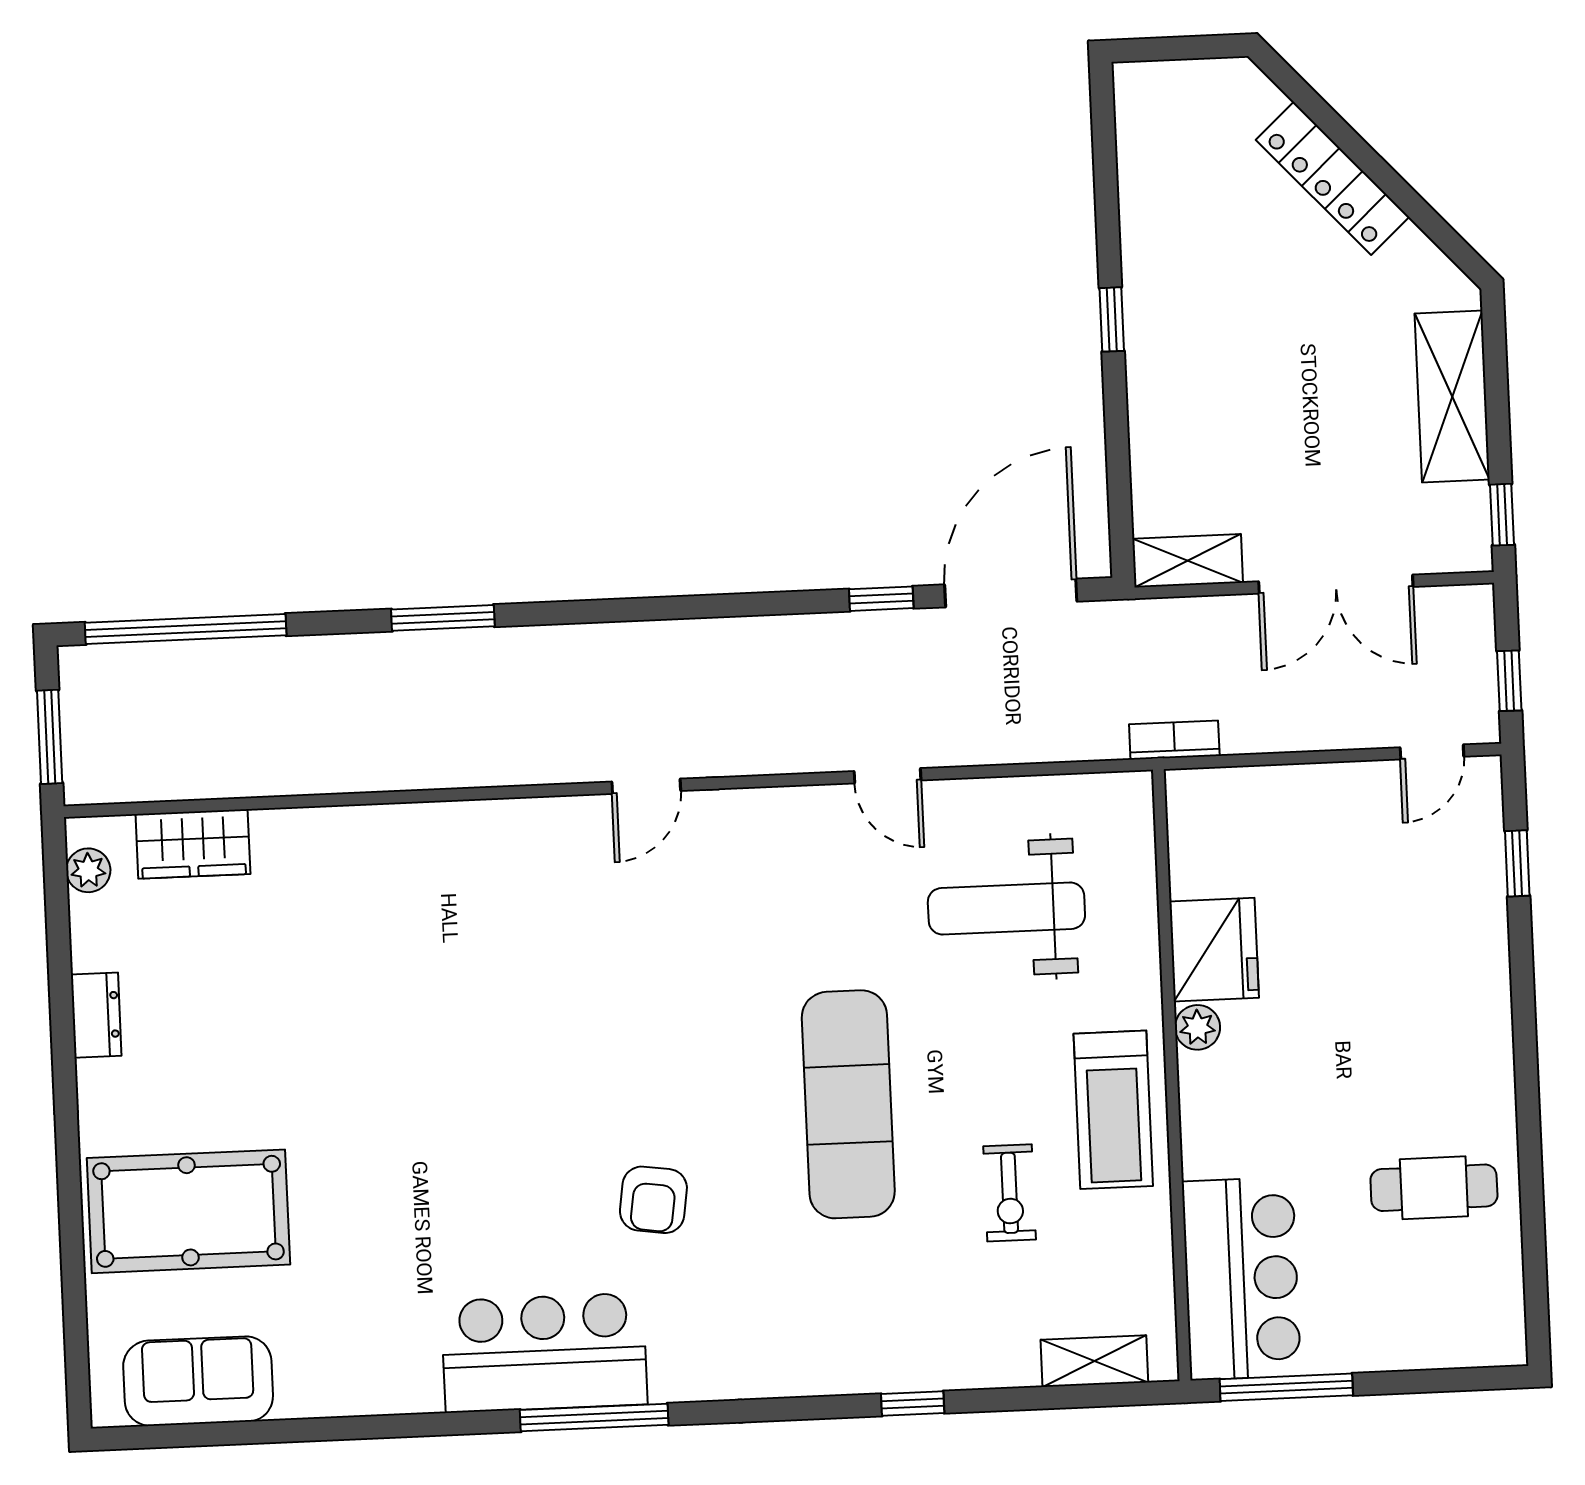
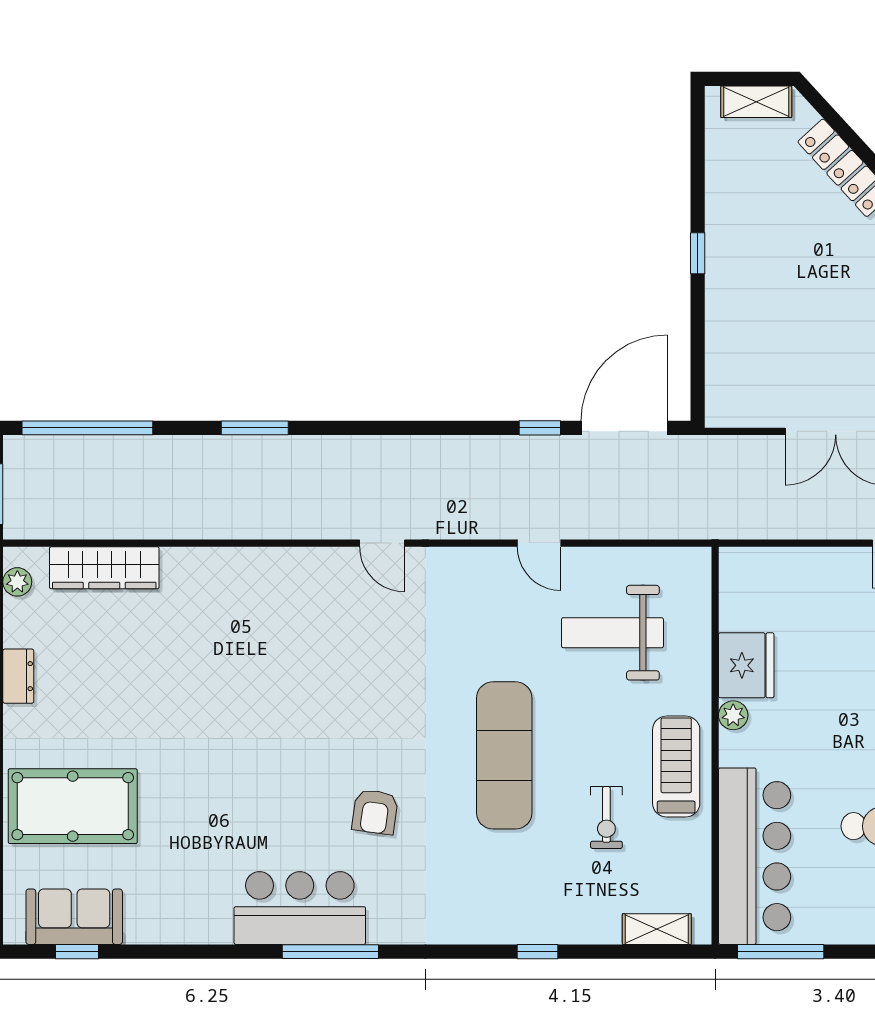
shelving: (1188, 561) -> (756, 102), moved
bookcase: (1174, 740) -> (726, 528), removed
door: (646, 786) -> (382, 543), hinge flipped
wardrobe: (193, 844) -> (104, 568), width x1.50
treadmill: (1113, 1110) -> (676, 766), turned 180
bar counter: (1241, 1279) -> (755, 856), width x1.36
window: (205, 1434) -> (77, 952), added

